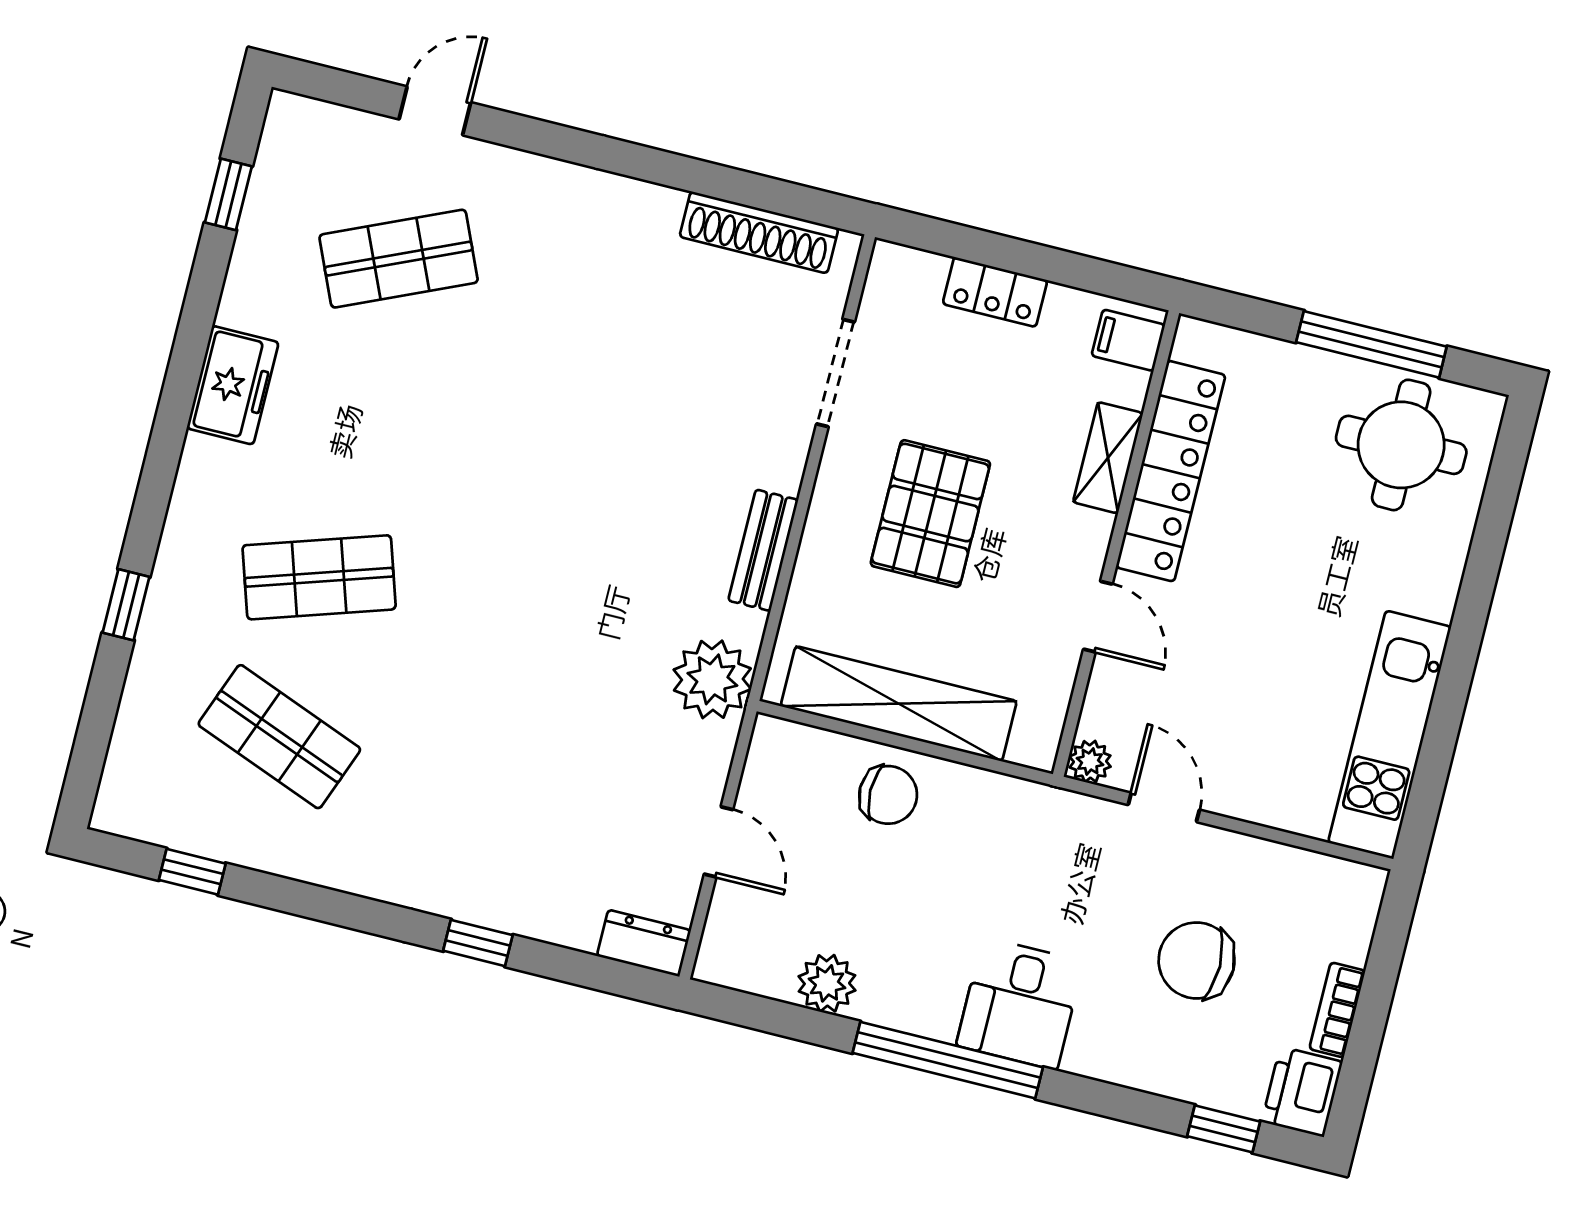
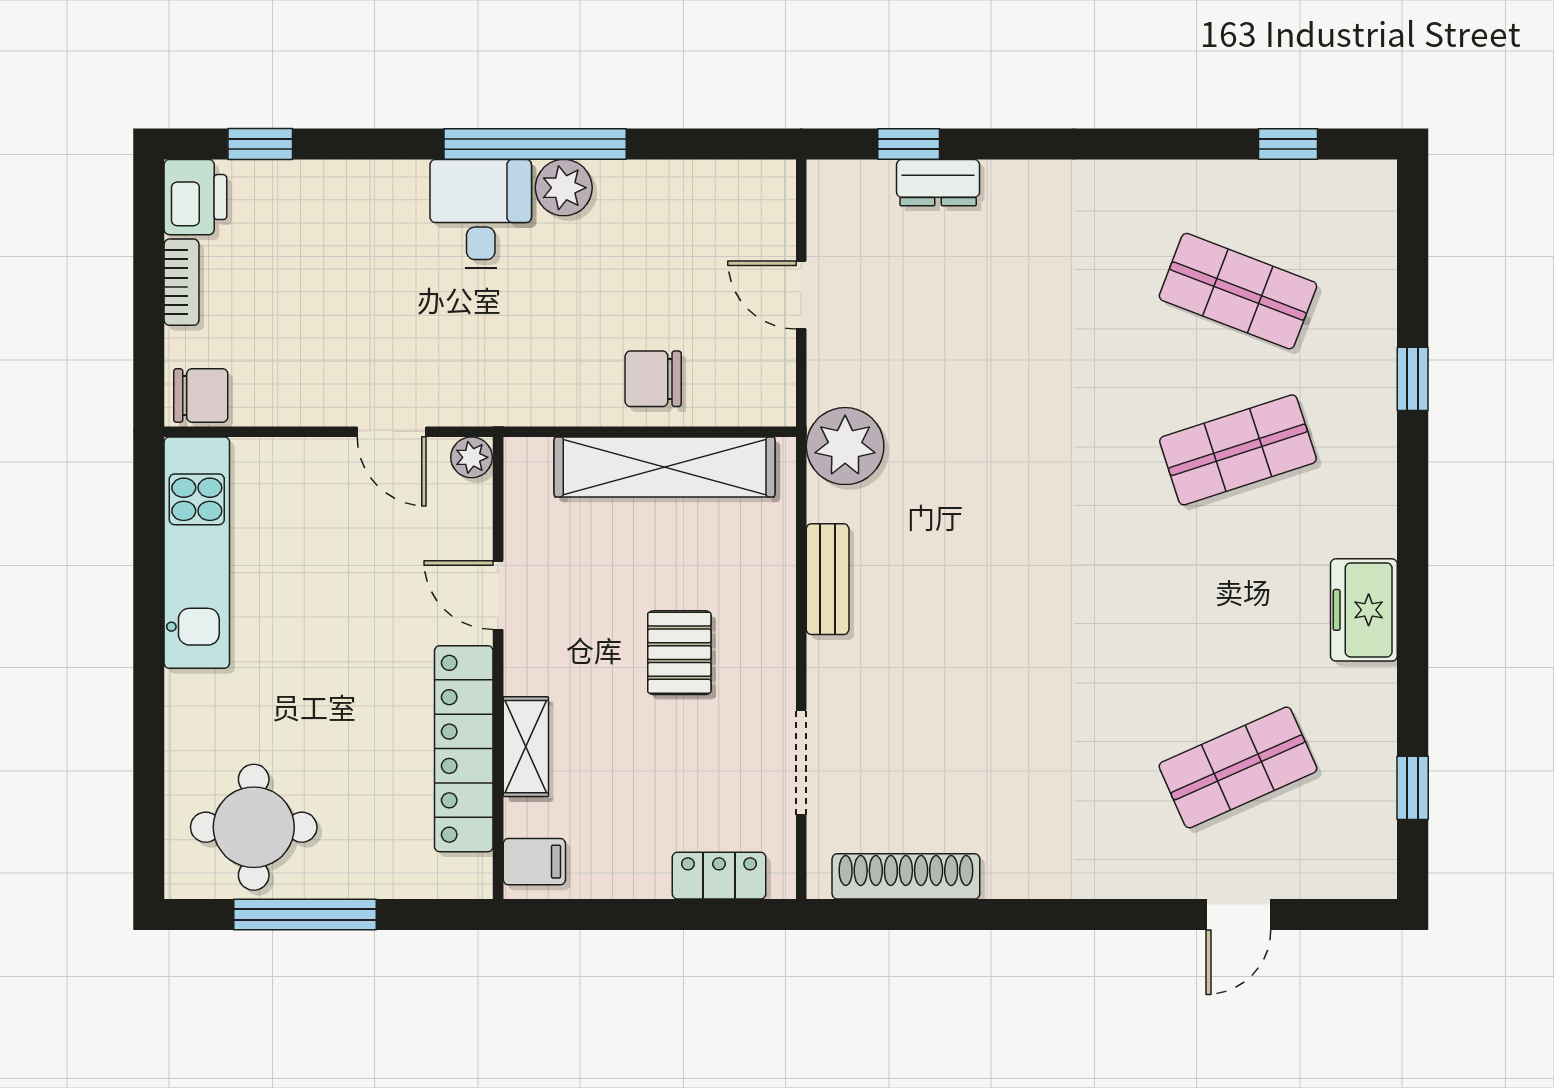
locker: (995, 292) -> (719, 876), moved
pallet: (930, 514) -> (679, 653), width x0.67, depth x0.71
window: (478, 943) -> (909, 144), moved
dresser: (644, 943) -> (938, 183), moved
chair: (1197, 960) -> (201, 395), moved, width x0.73, depth x0.73
plant: (827, 983) -> (564, 188), moved

